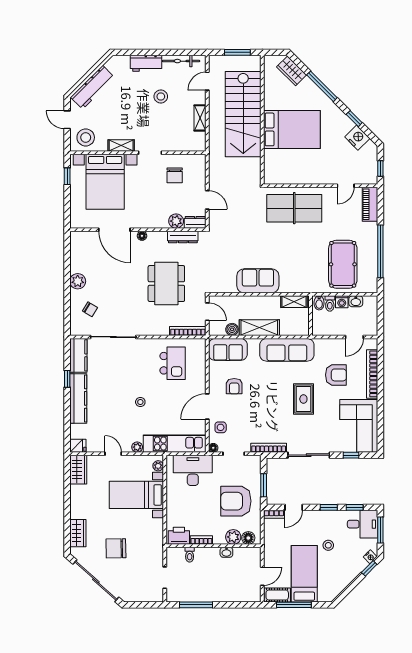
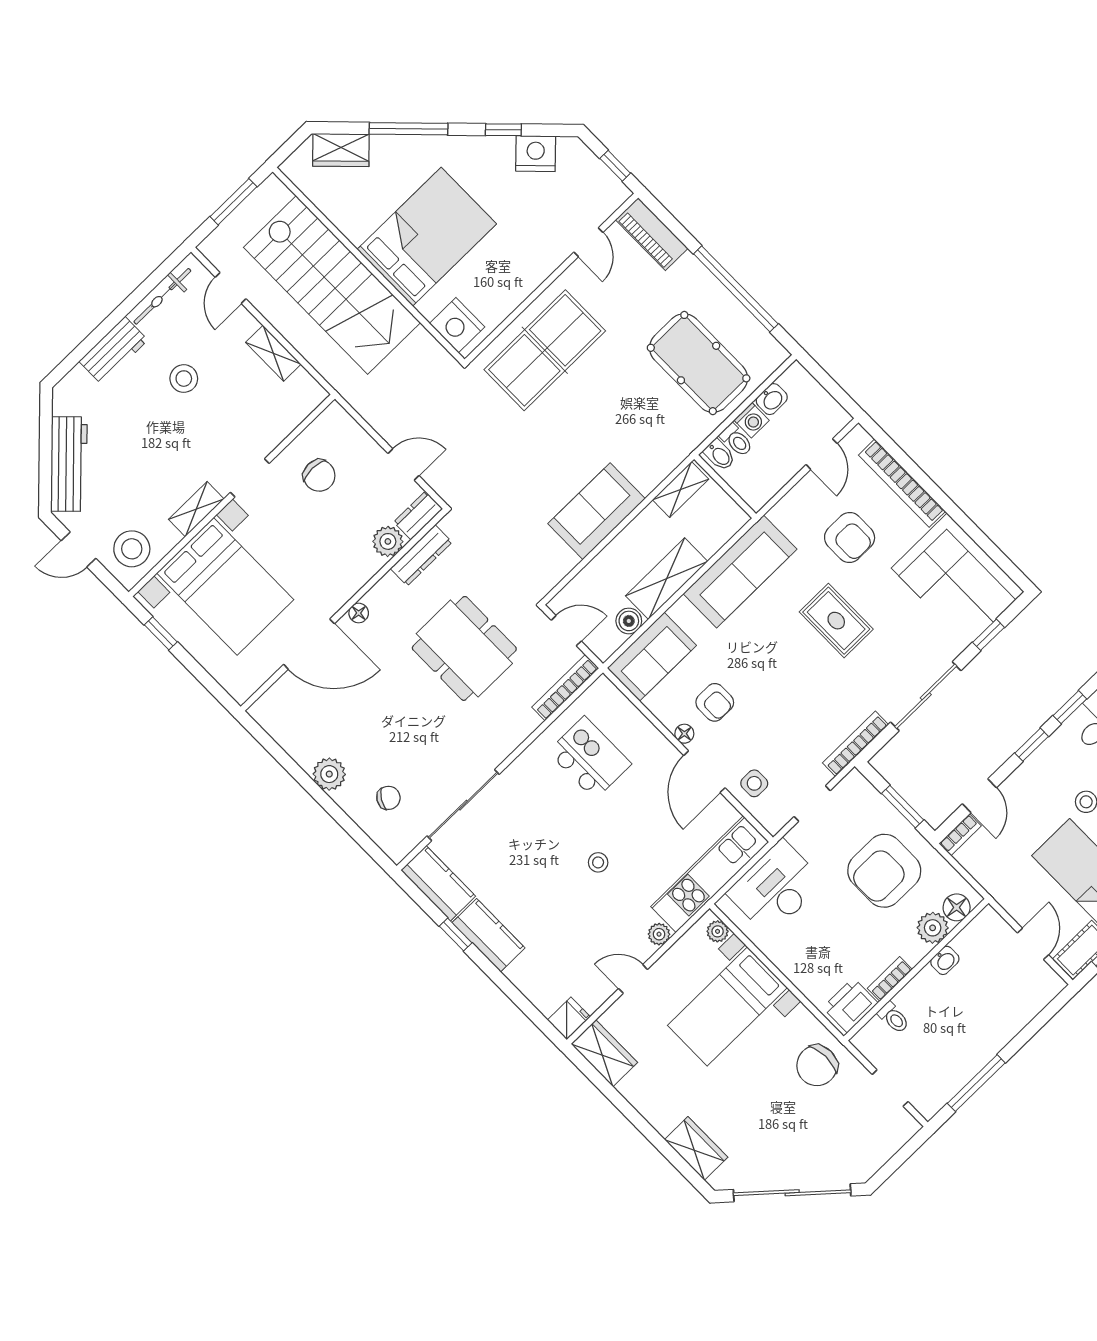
nightstand: (273, 170) -> (457, 325), added
armchair: (336, 375) -> (850, 537), turned 90
kitchen counter: (78, 398) -> (489, 935), width x0.67
floor lamp: (213, 448) -> (684, 734), moved
chair: (116, 548) -> (817, 1066), moved

